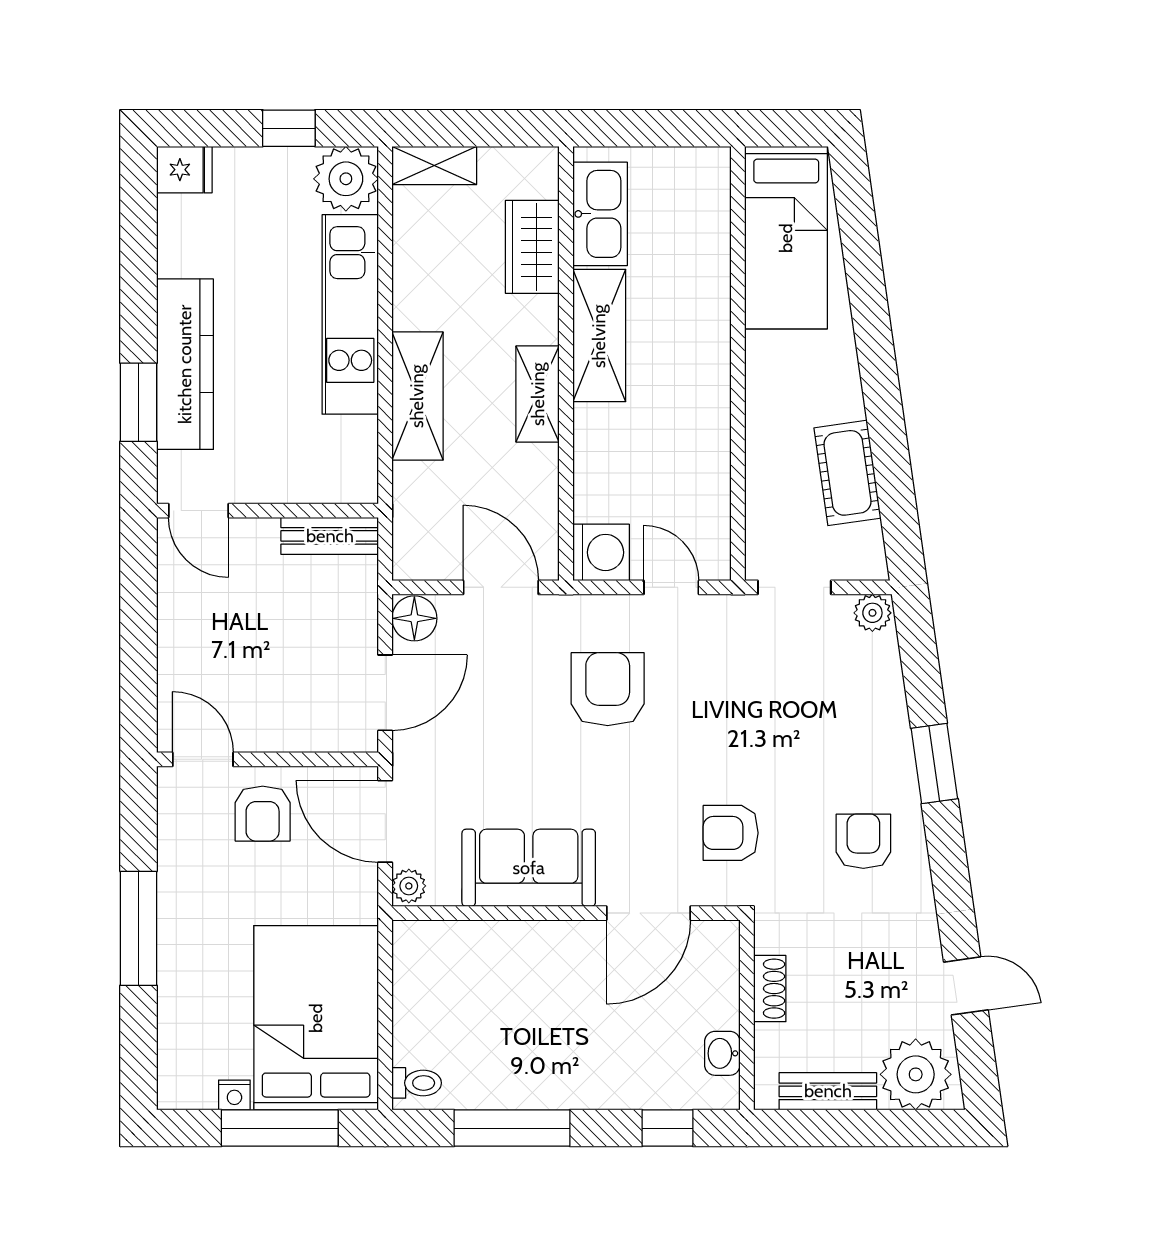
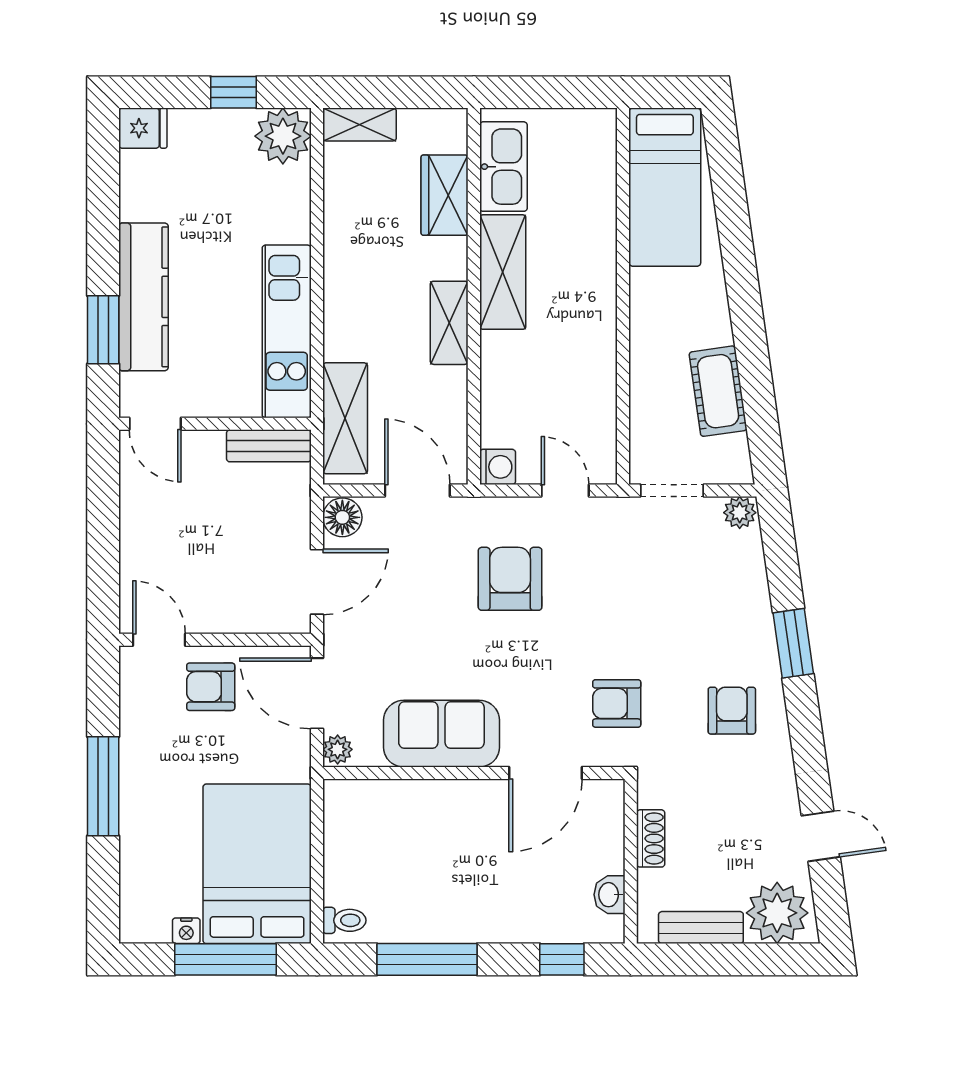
kitchen unit: (350, 314) -> (287, 331), moved
shelving: (417, 396) -> (345, 418), moved
washing machine: (601, 552) -> (498, 467), width x0.73, depth x0.73
armchair: (263, 814) -> (211, 687), turned 90

